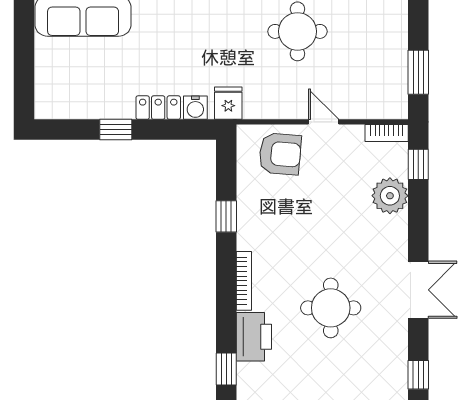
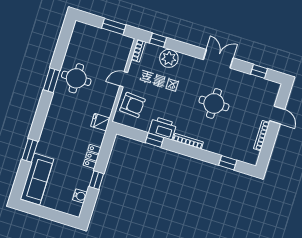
water cooler: (195, 108) -> (80, 196), moved
armchair: (280, 154) -> (132, 105), turned 89
printer: (254, 337) -> (163, 128), moved

